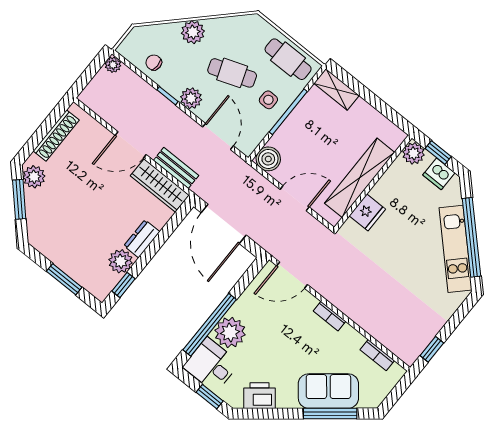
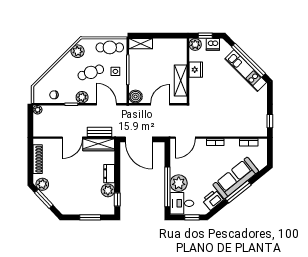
plant: (193, 32) -> (78, 51), moved
shelving: (360, 178) -> (181, 81), width x0.68
fridge: (367, 212) -> (196, 70), moved
sofa: (328, 391) -> (236, 178), width x1.36
window: (330, 414) -> (238, 192), moved

